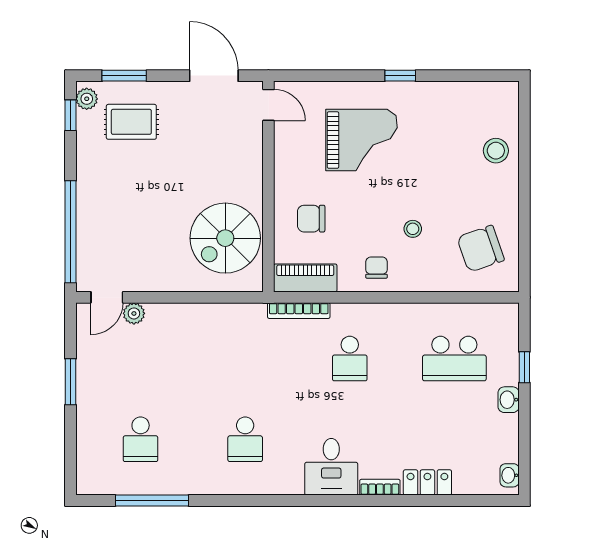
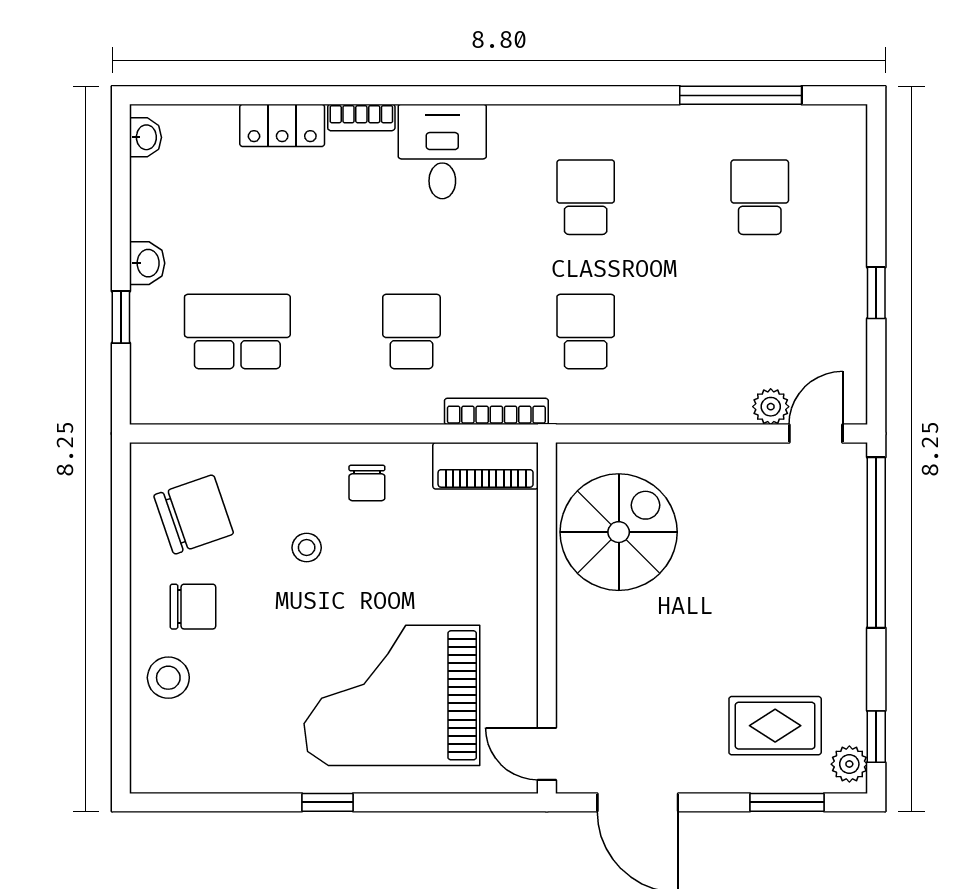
grand piano: (362, 140) -> (392, 695), width x1.37, depth x1.48
chair: (311, 219) -> (193, 607), moved
school desk: (245, 359) -> (586, 332), added
window: (71, 382) -> (876, 293), width x0.67

